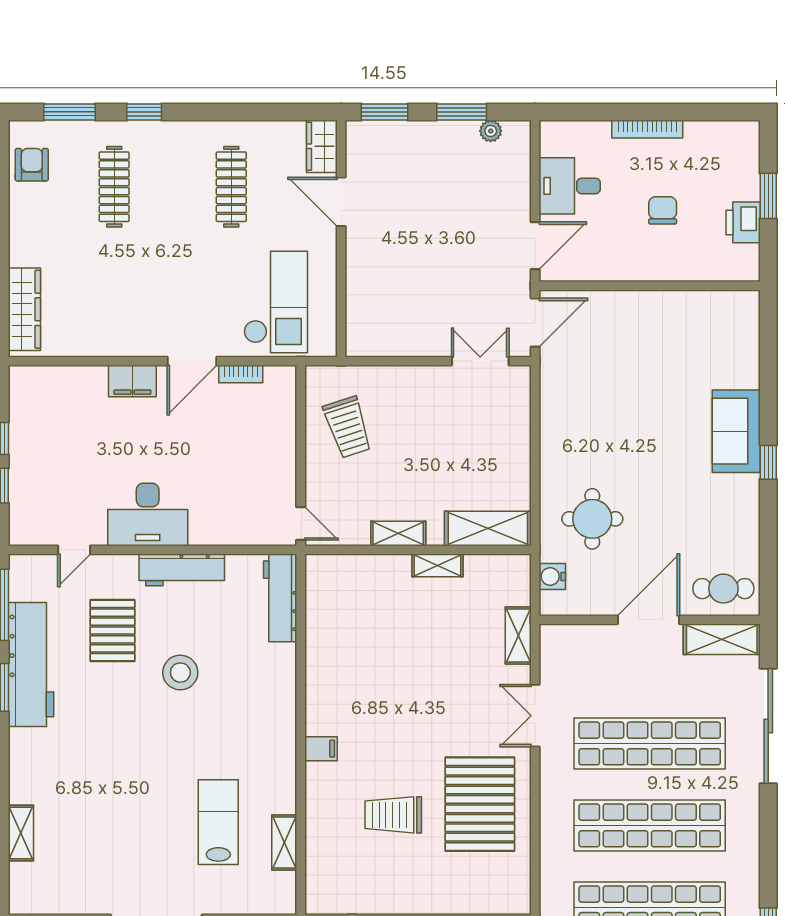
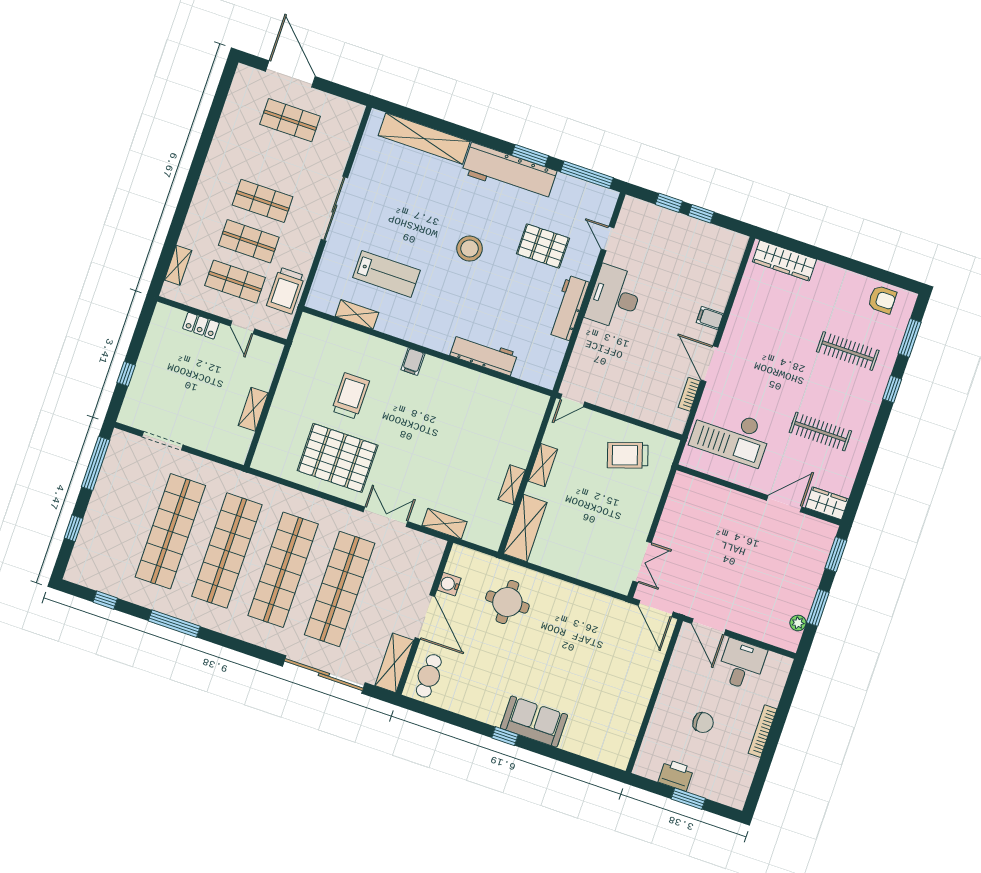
filing cabinet: (132, 381) -> (710, 318), width x0.50
water cooler: (552, 576) -> (449, 584), moved, turned -90
workbench: (280, 598) -> (484, 354), moved
workbench: (31, 665) -> (509, 172), moved
stool: (180, 673) -> (470, 249), moved
shelving: (21, 833) -> (424, 138), width x2.20, depth x1.33

